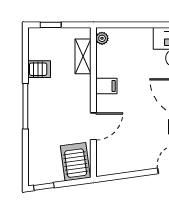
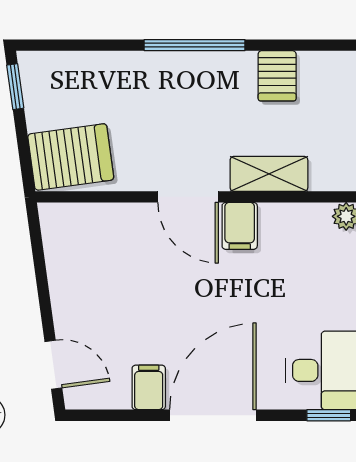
shelving: (83, 56) -> (269, 174), moved
door: (93, 126) -> (188, 197), moved

